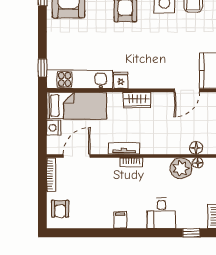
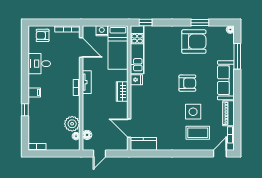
desk: (161, 213) -> (39, 64), moved
filing cabinet: (120, 220) -> (34, 92), moved
window: (191, 233) -> (25, 110), moved

